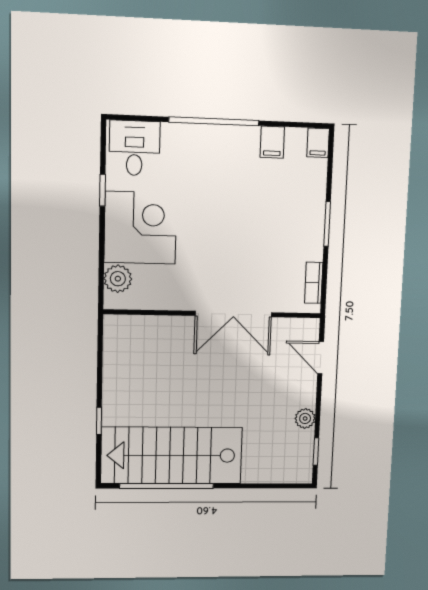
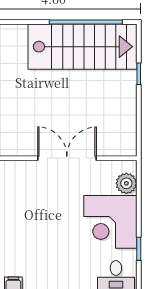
double door: (233, 314) -> (67, 158), moved

